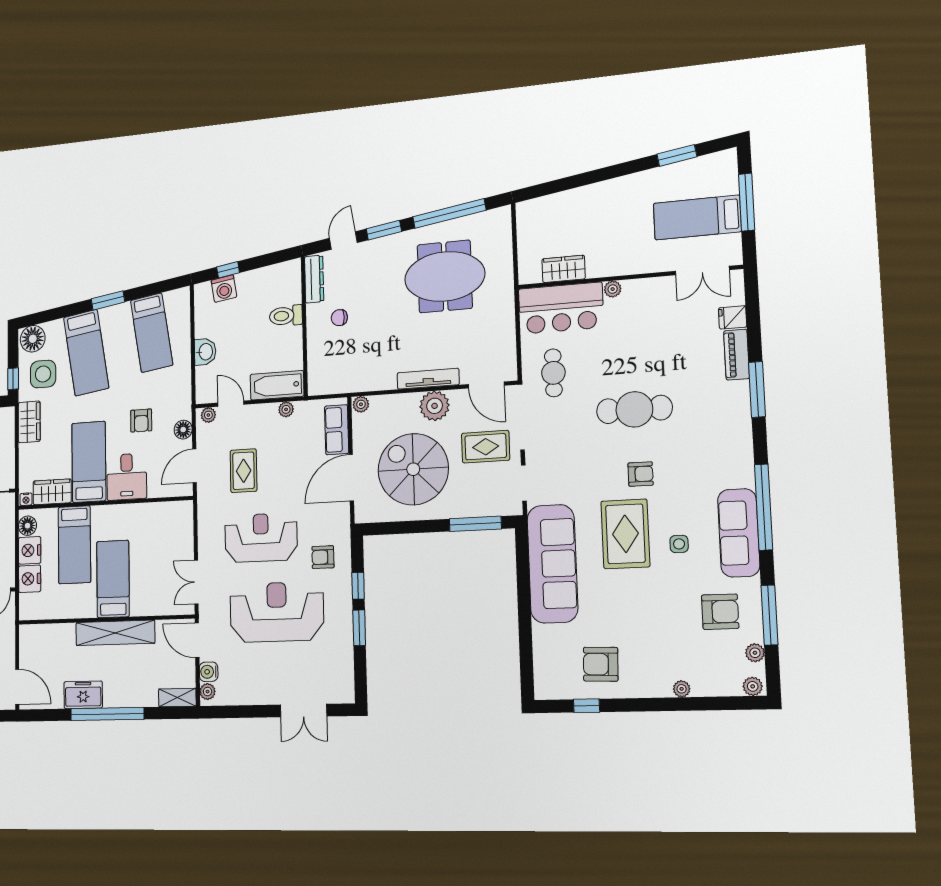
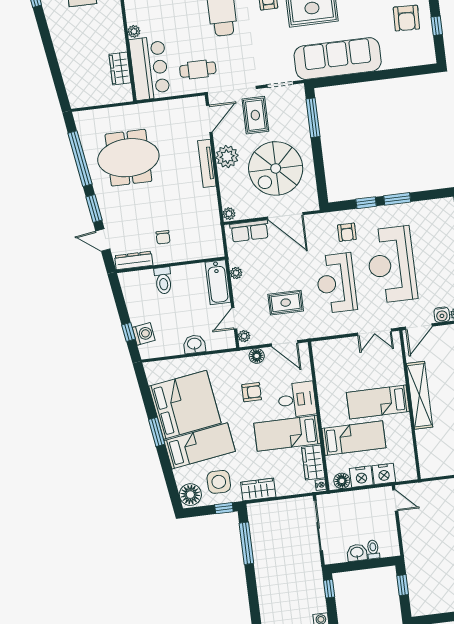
meeting table: (445, 276) -> (128, 158), turned 90
bed: (152, 333) -> (185, 405), width x2.04

